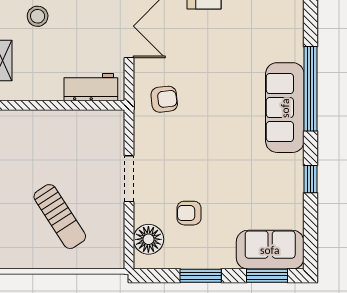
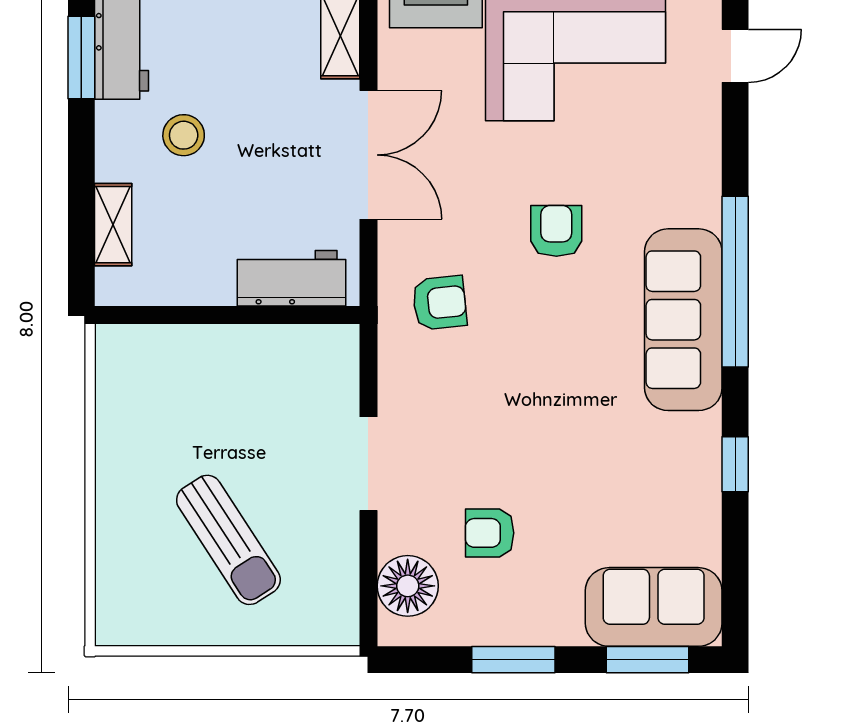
armchair: (222, 64) -> (556, 231), added

